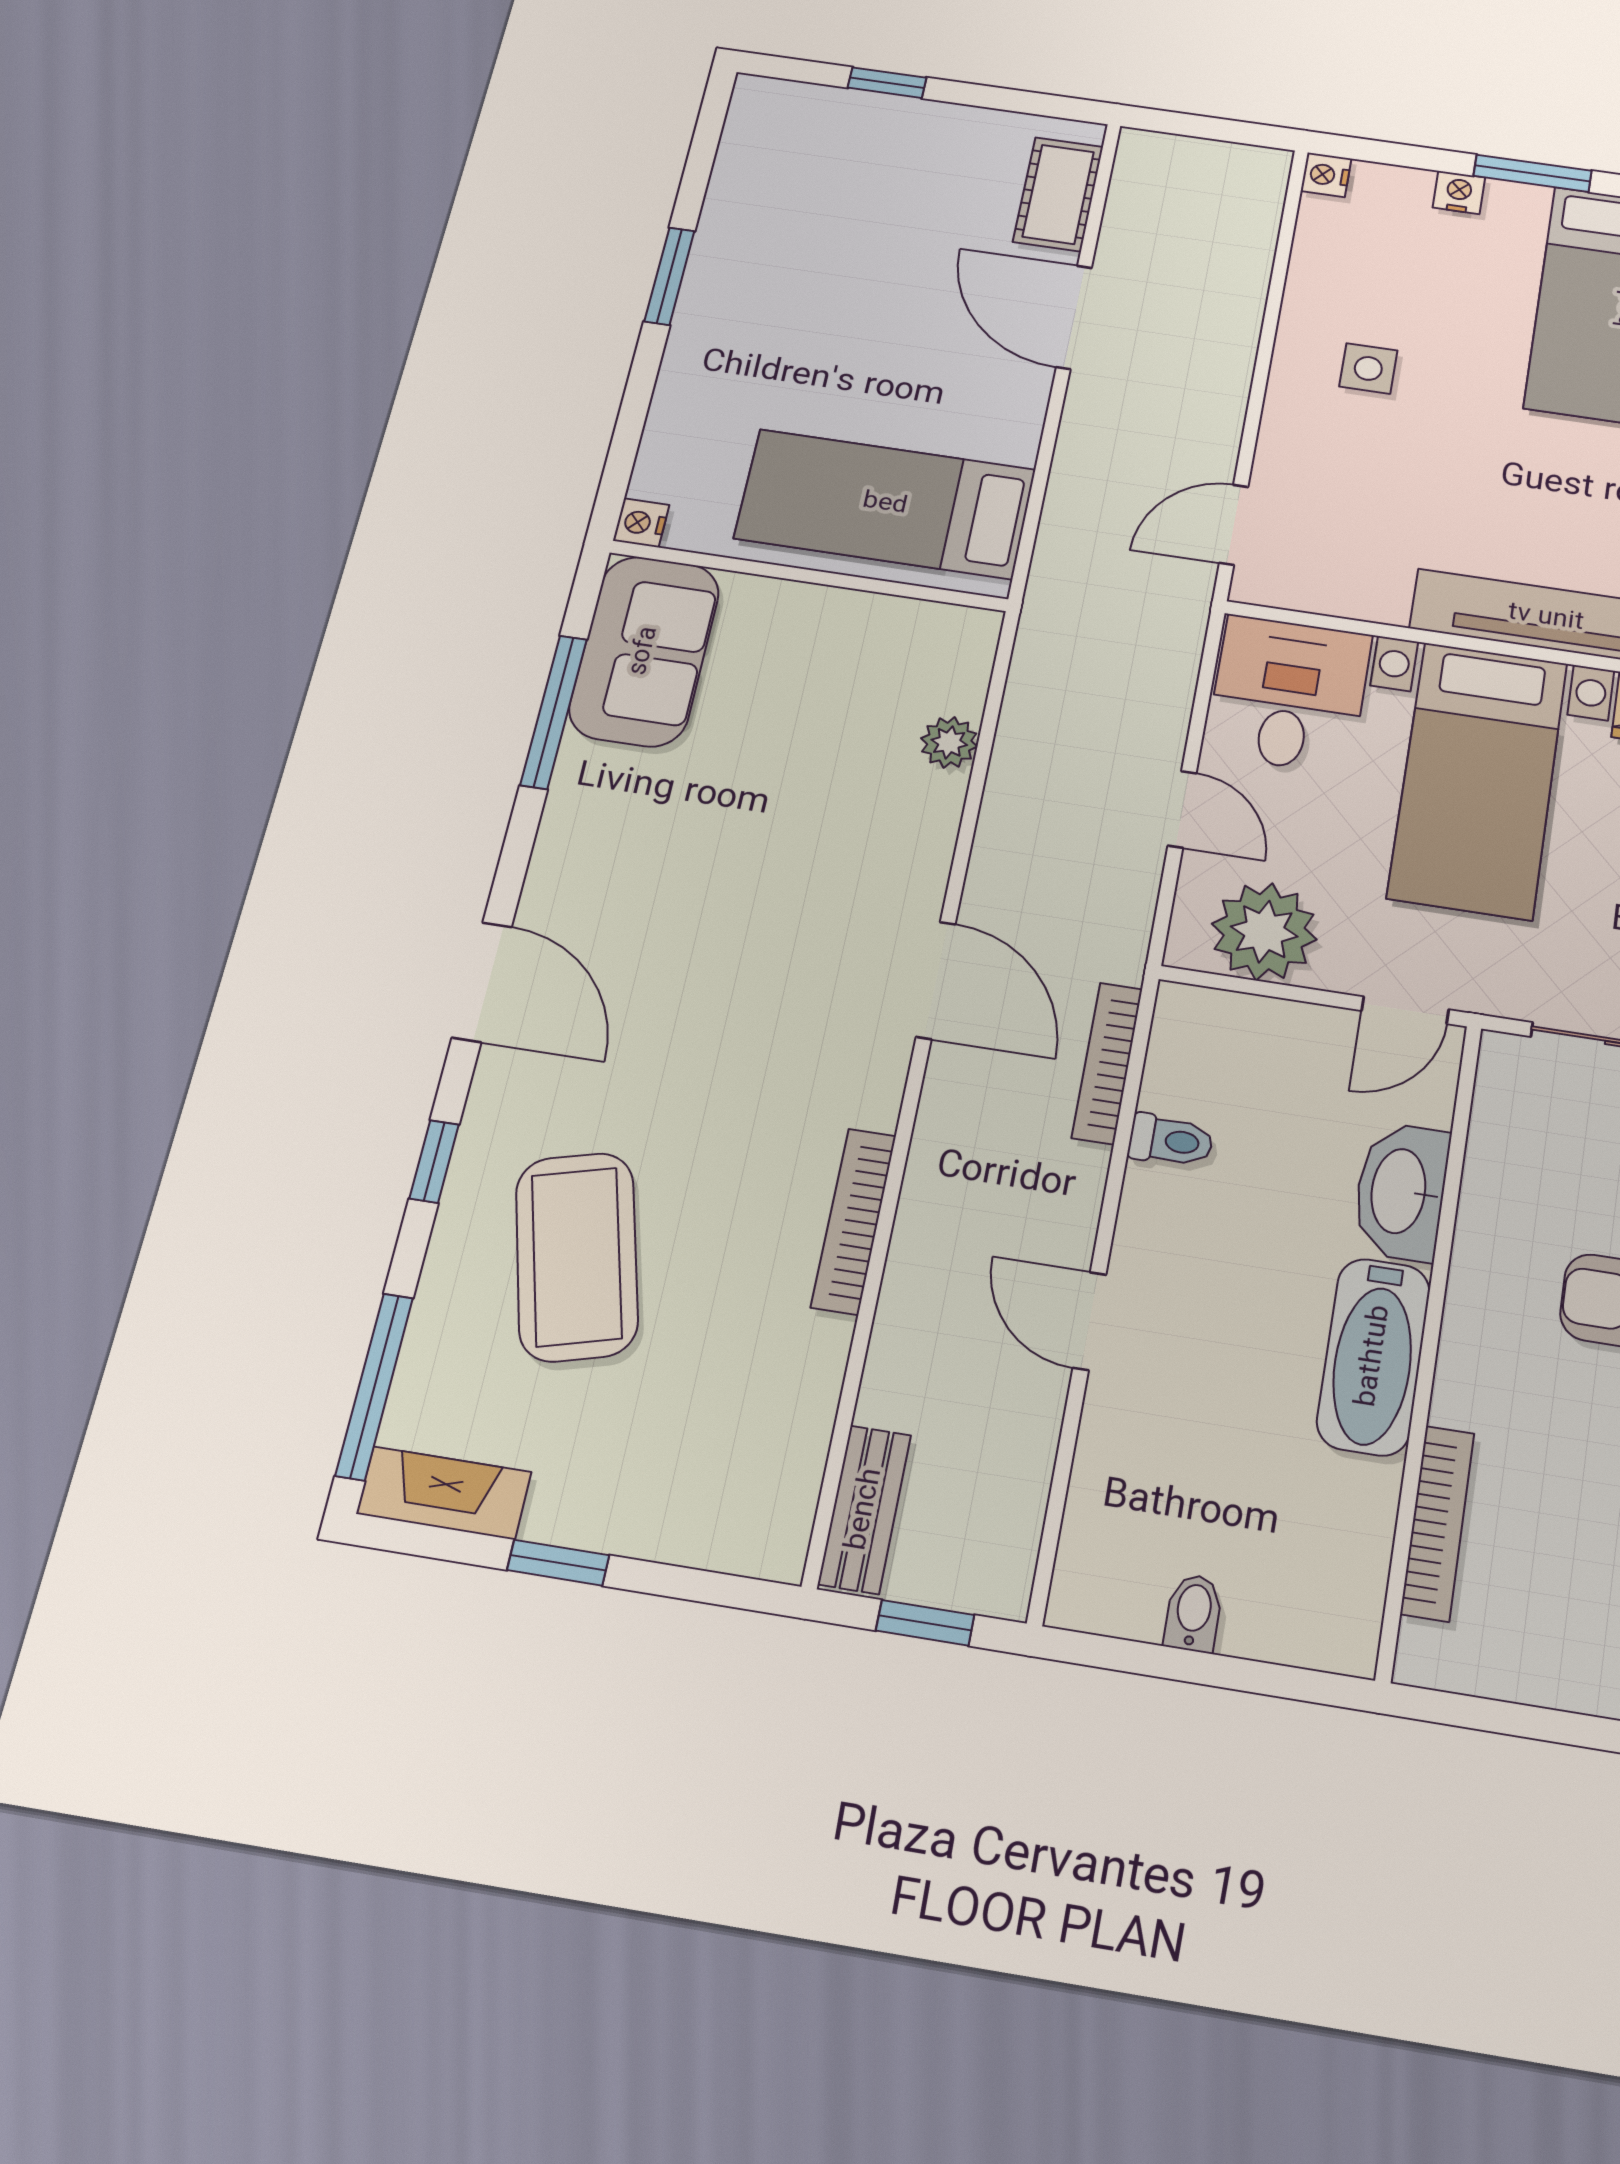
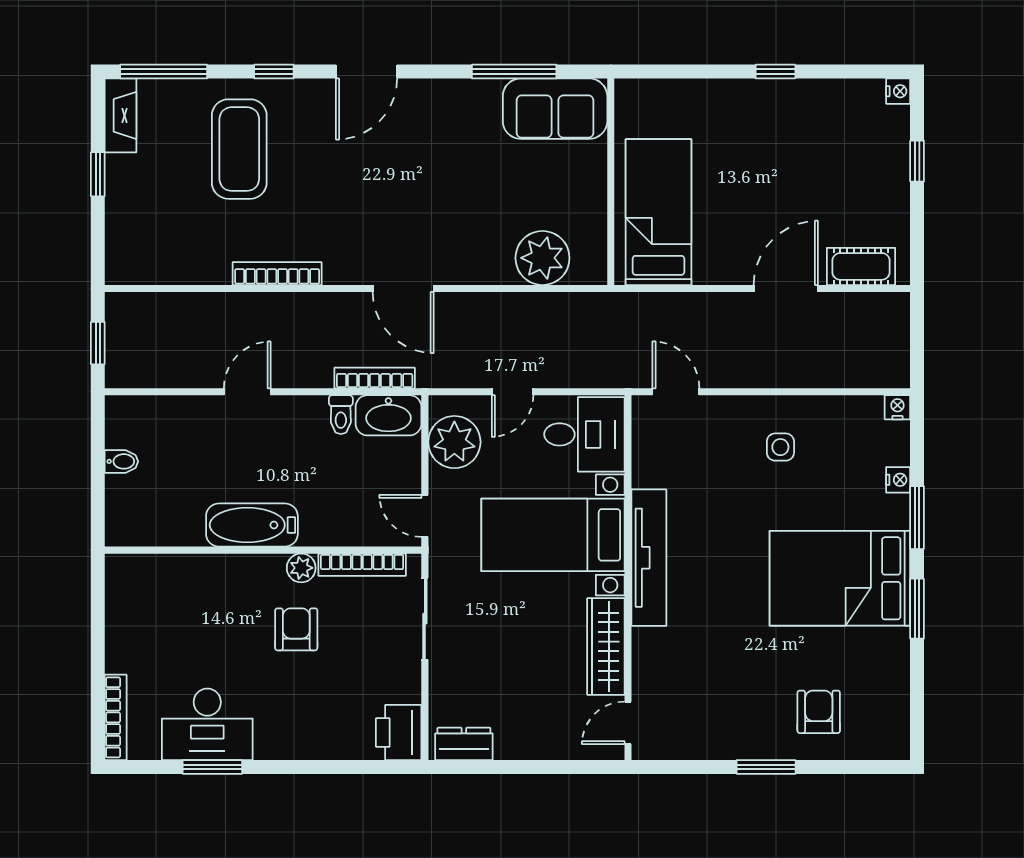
window: (669, 276) -> (775, 72), width x0.67
nightstand: (641, 523) -> (898, 91), moved, turned 90
plant: (949, 742) -> (542, 258), width x1.87, depth x1.87
door: (936, 980) -> (403, 288), hinge flipped
washbasin: (1401, 1191) -> (388, 415), moved, turned 180
coffee table: (577, 1256) -> (239, 149), turned -75
plant: (1479, 1270) -> (301, 568), added
bench: (865, 1509) -> (144, 306), removed
bookcase: (1437, 1523) -> (362, 565), moved

